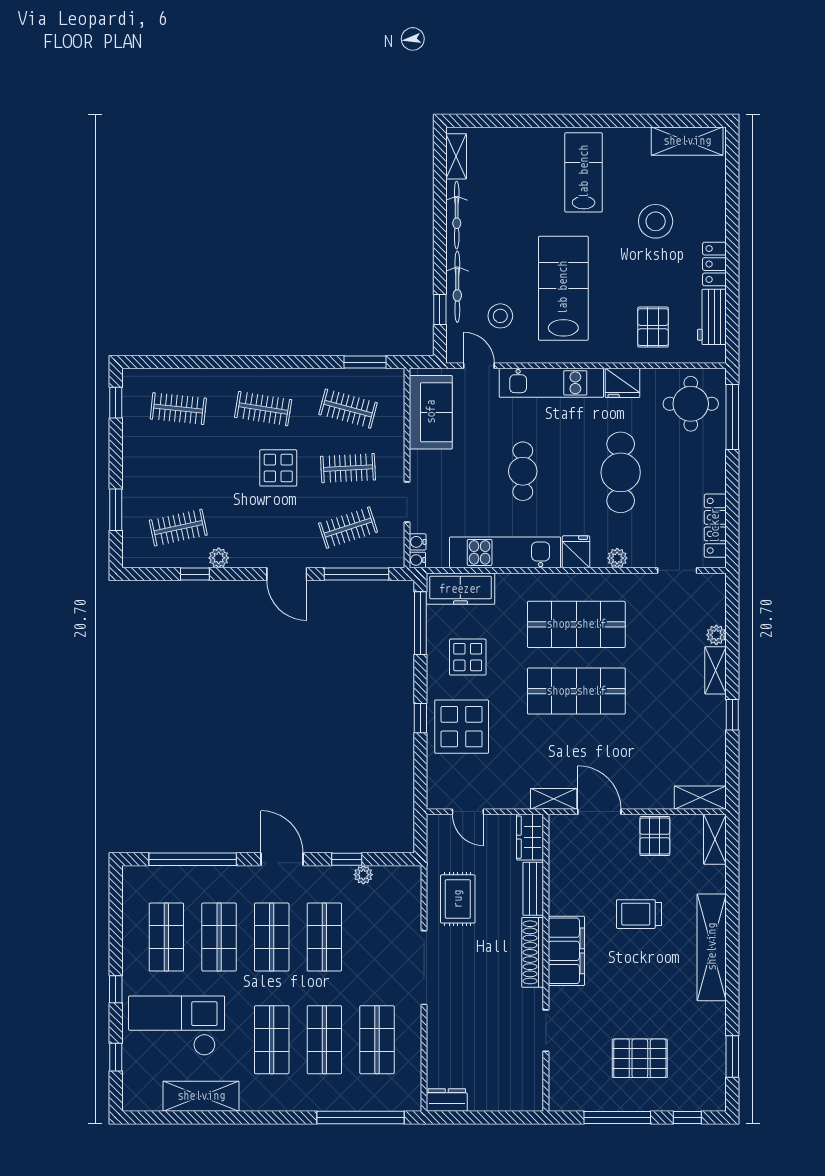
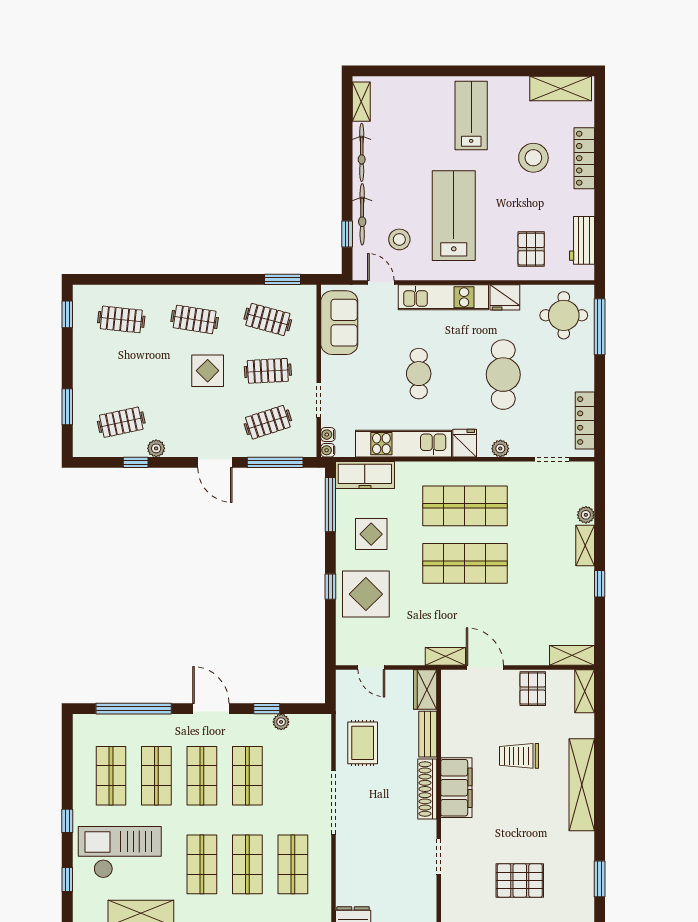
locker: (714, 264) -> (584, 158), moved, width x1.53

